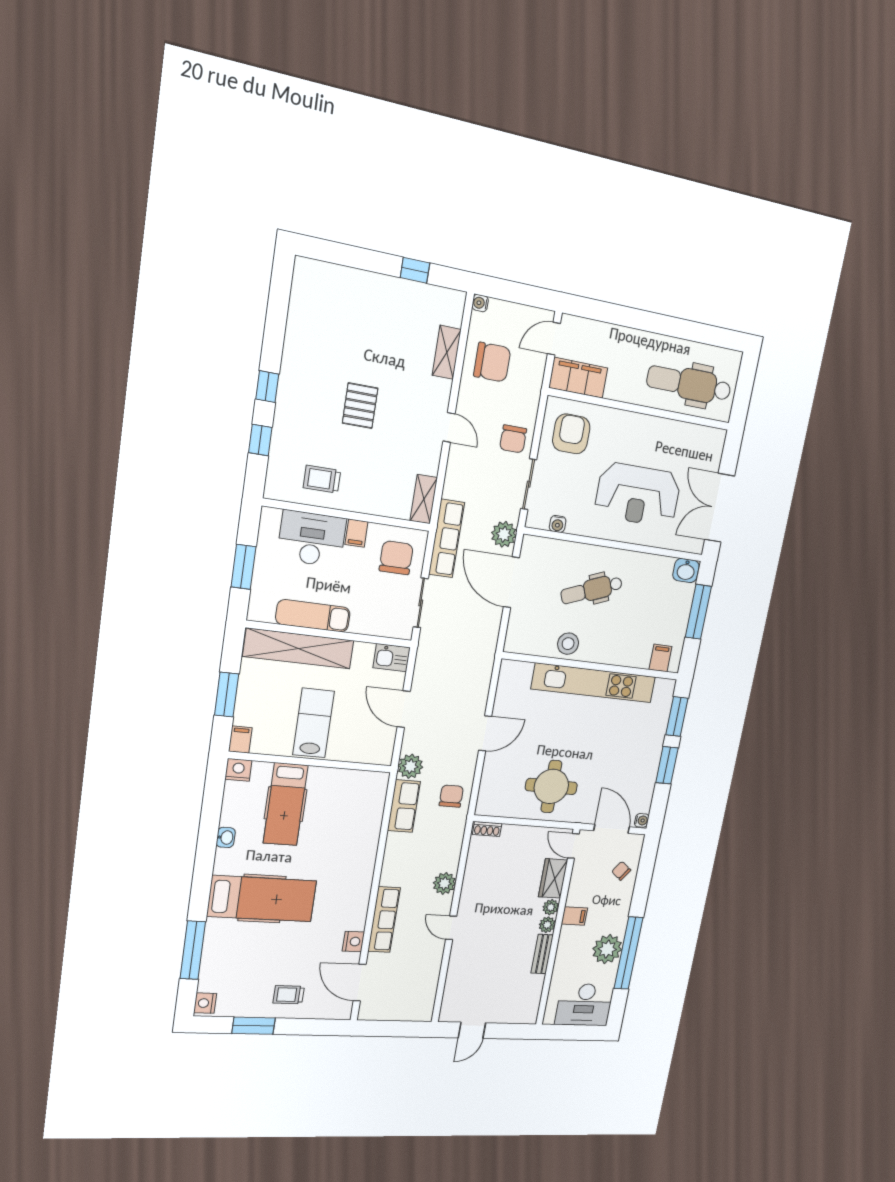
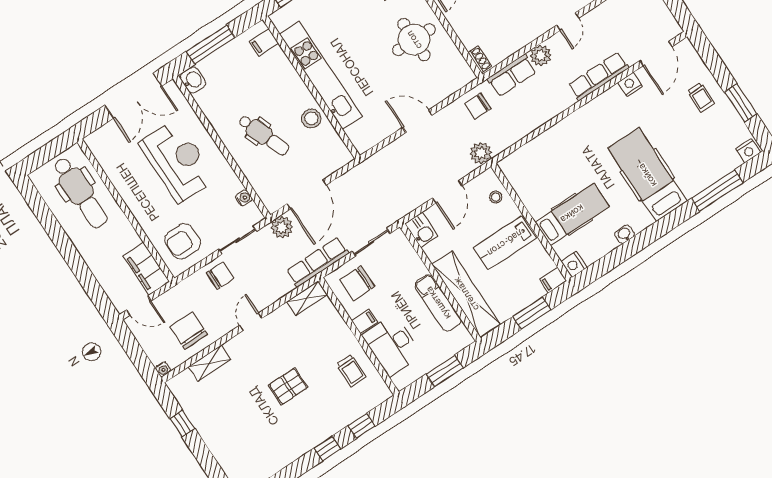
stool: (361, 748) -> (496, 197), added
row of seats: (404, 806) -> (512, 75), moved, turned 180

